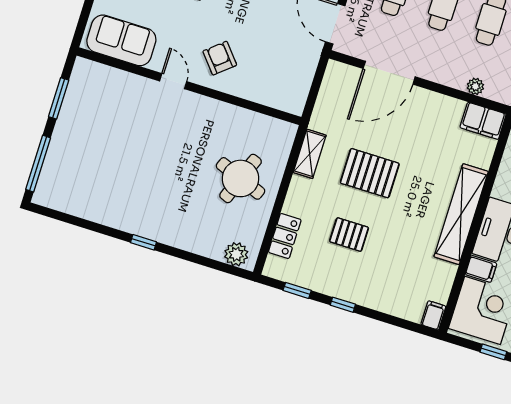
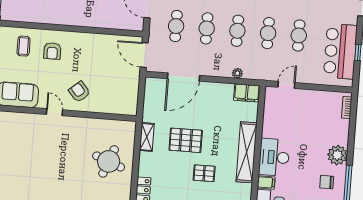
pallet: (349, 235) -> (204, 173), moved

